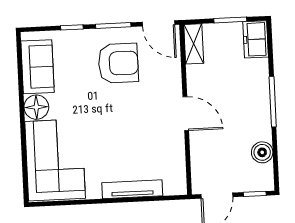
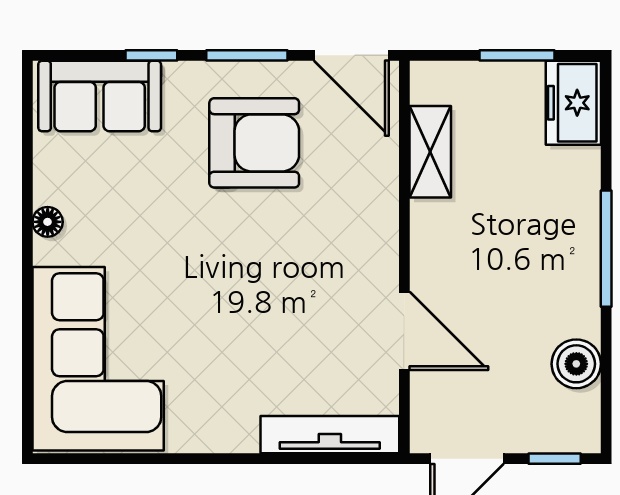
shelving: (194, 44) -> (430, 152), moved
sofa: (38, 67) -> (100, 96), moved, turned 90
floor lamp: (36, 107) -> (48, 222), width x0.53, depth x0.53
door: (186, 114) -> (404, 331), moved
tv unit: (132, 189) -> (330, 435), moved

